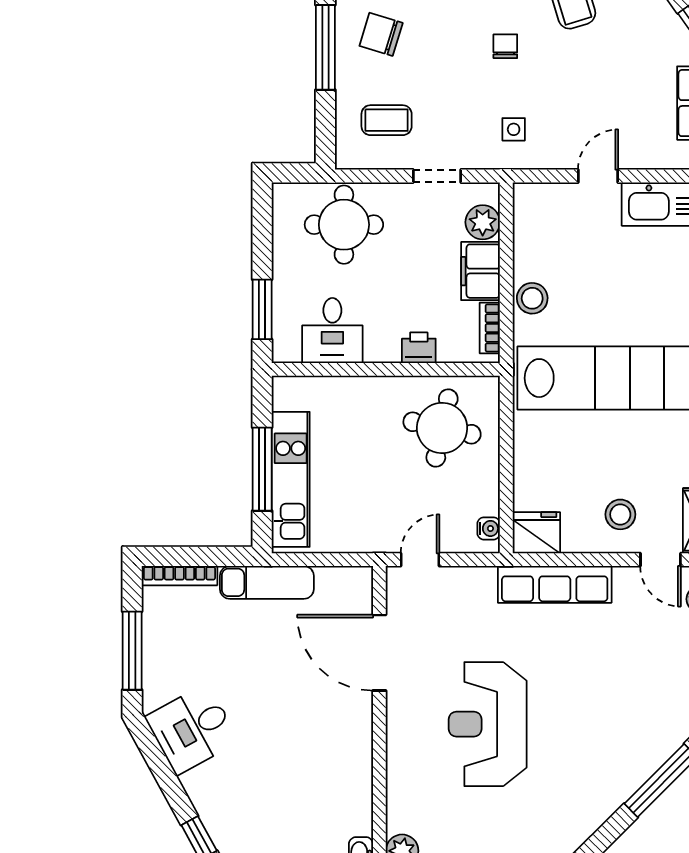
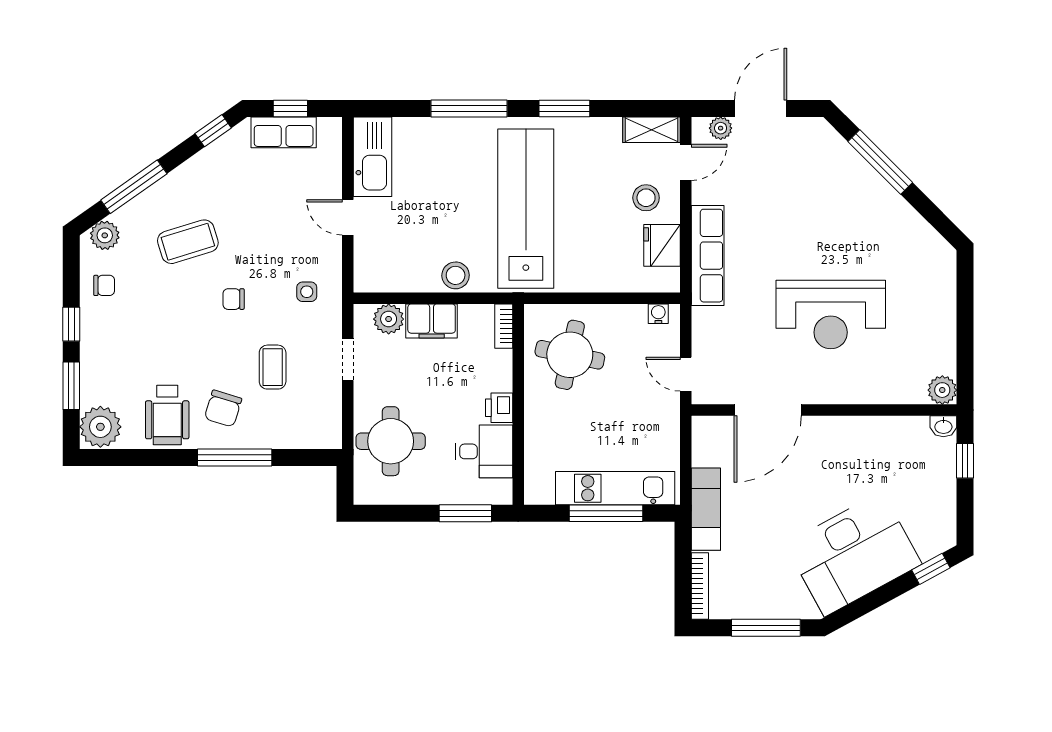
coffee table: (387, 120) -> (273, 367), moved
bookcase: (490, 328) -> (504, 326), moved, turned 90
printer: (419, 348) -> (499, 408), moved
fridge: (536, 533) -> (662, 245), moved
desk: (192, 729) -> (853, 554), width x1.87, depth x1.30

